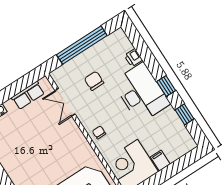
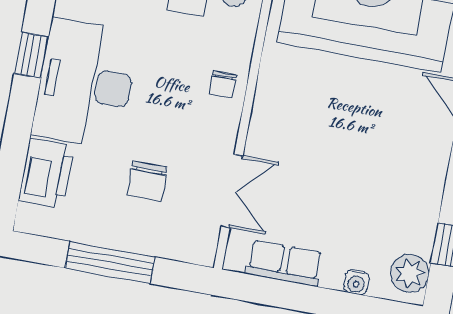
window: (82, 45) -> (110, 263), width x0.68
printer: (133, 58) -> (46, 173), width x1.87, depth x1.48

